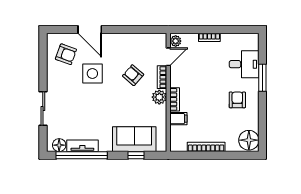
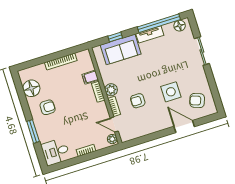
door: (168, 57) -> (114, 125), hinge flipped
desk: (244, 64) -> (56, 152), moved
armchair: (133, 75) -> (138, 101), turned 139
armchair: (237, 100) -> (48, 107), turned -90
floor lamp: (249, 140) -> (31, 88), moved
tv unit: (82, 146) -> (150, 34), moved

